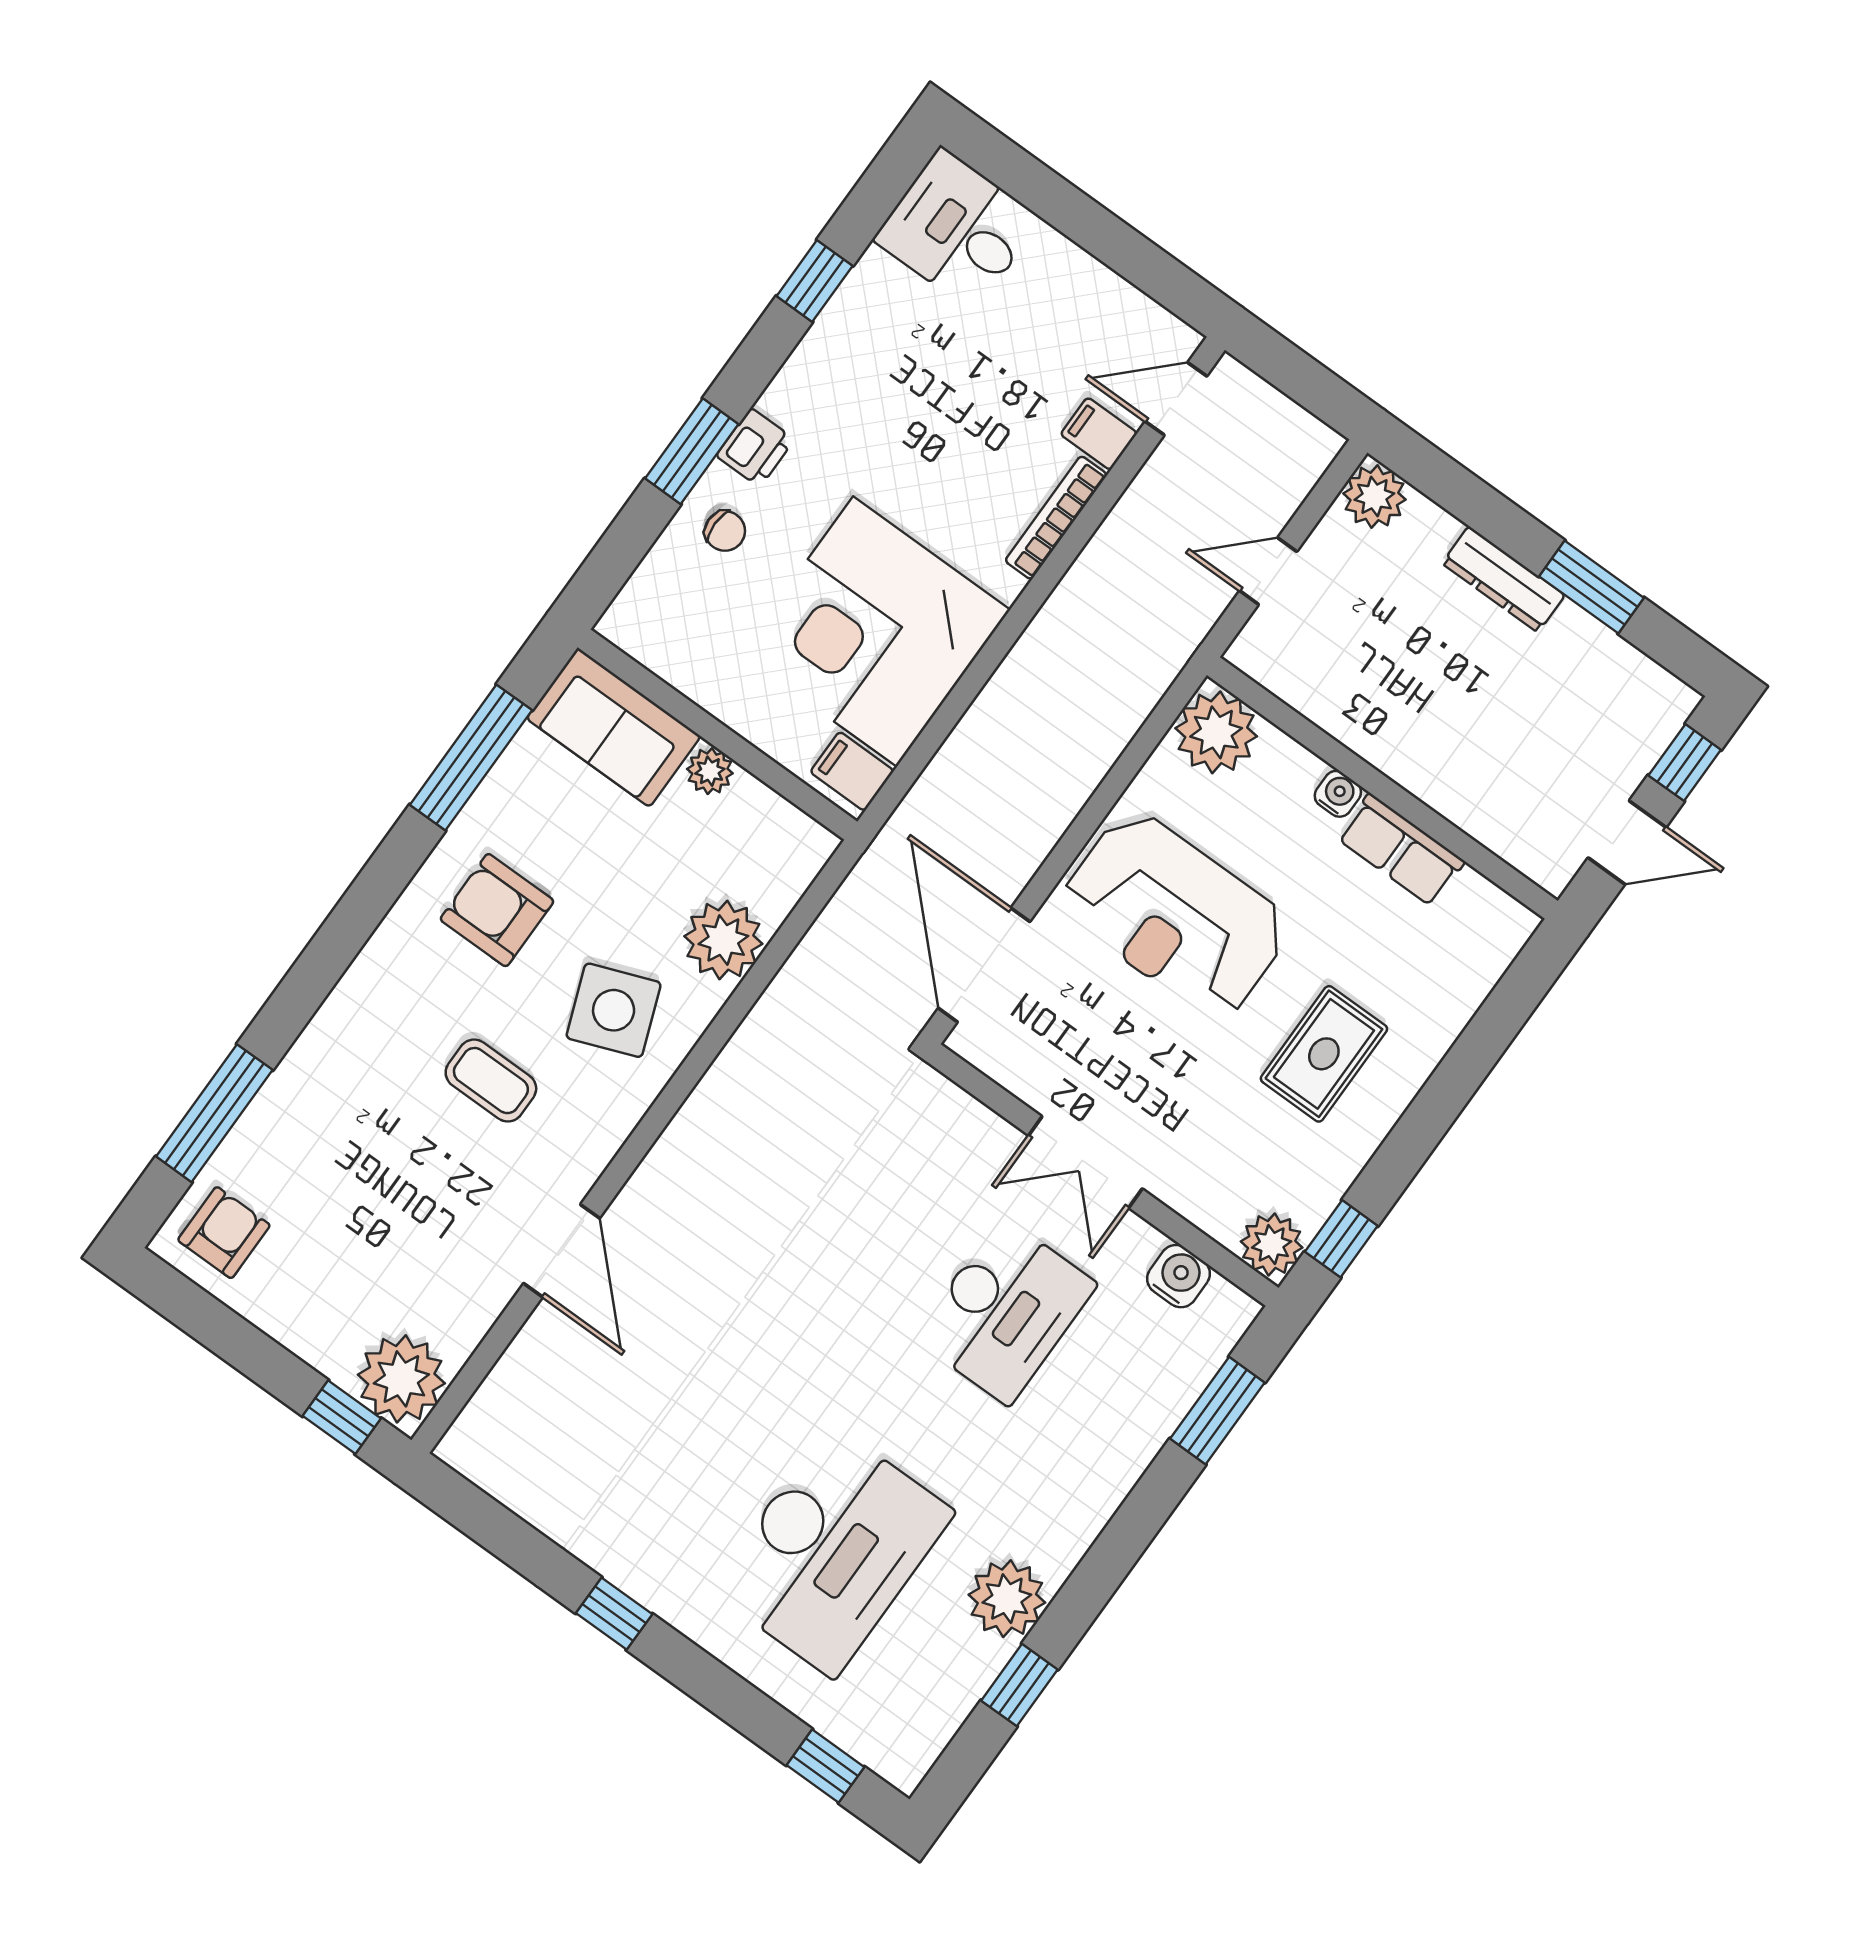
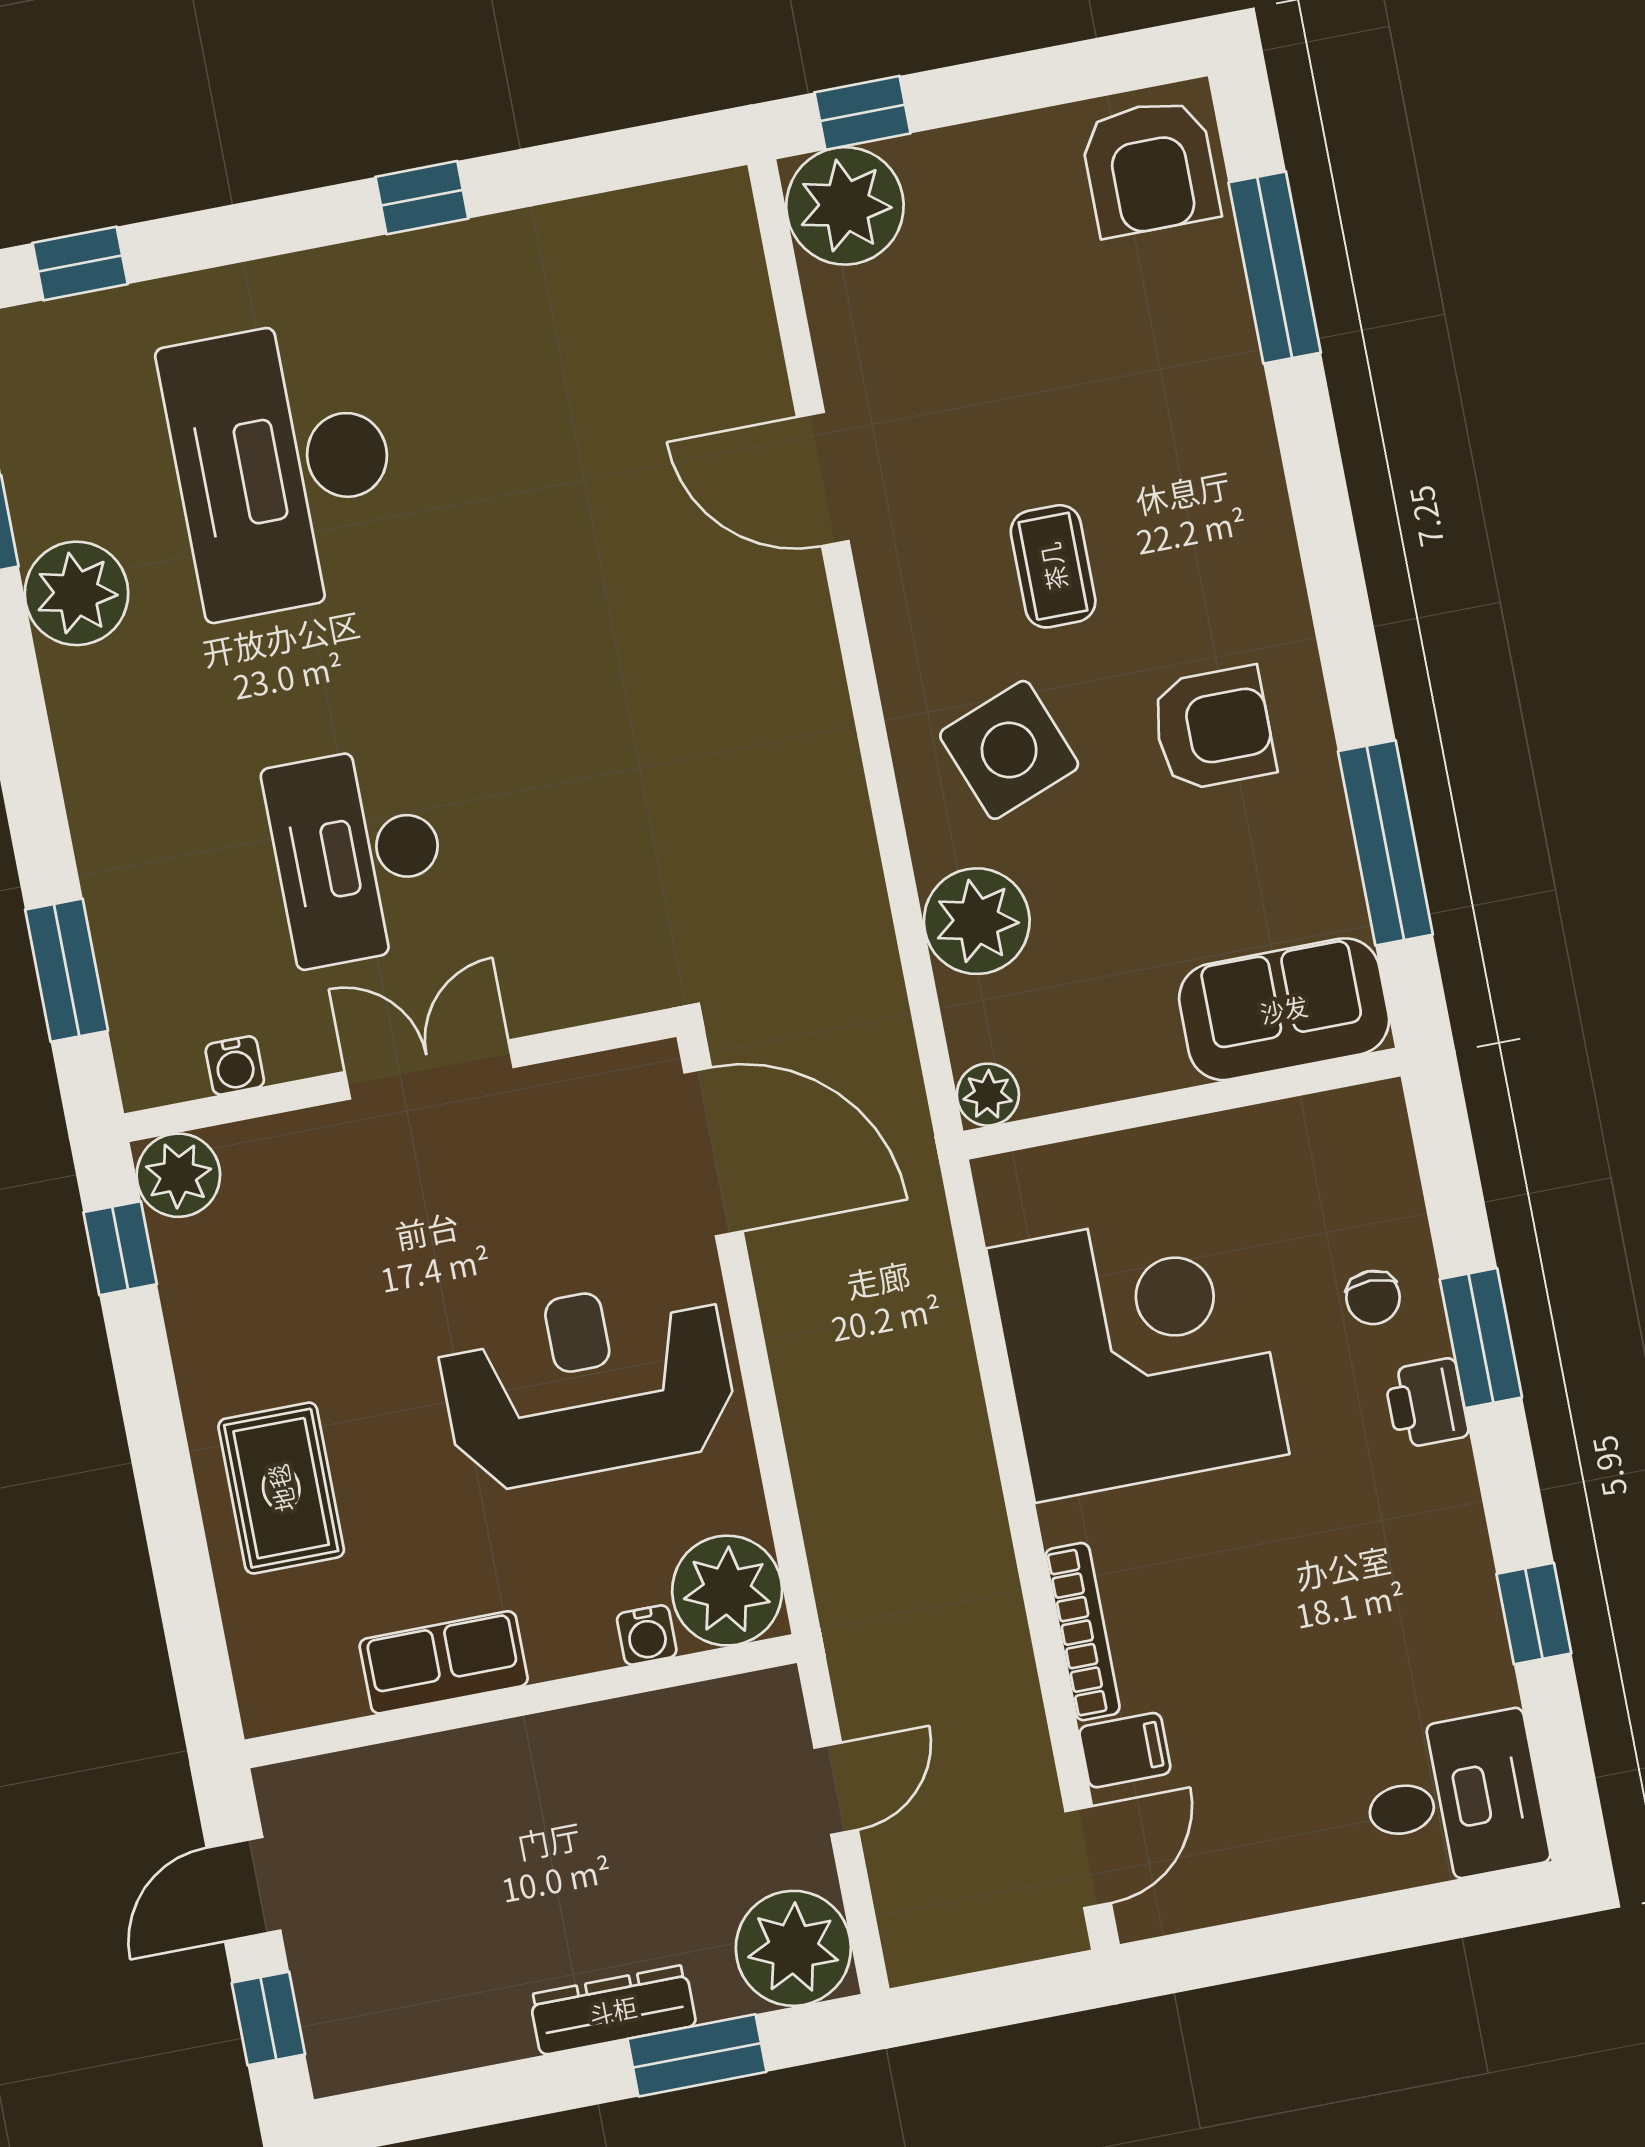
plant: (1374, 497) -> (793, 1948), width x1.36, depth x1.36
chair: (725, 531) -> (1373, 1297), turned -90
window: (1591, 587) -> (697, 2055), moved
plant: (710, 771) -> (988, 1095), moved
filing cabinet: (852, 771) -> (1023, 1201), removed
water cooler: (1338, 794) -> (647, 1635), moved
rug: (1324, 1054) -> (281, 1488), moved
coffee table: (491, 1081) -> (1053, 566), turned 90
armchair: (224, 1233) -> (1150, 167), width x1.38, depth x1.38
water cooler: (1179, 1276) -> (235, 1065), width x0.72, depth x0.72

